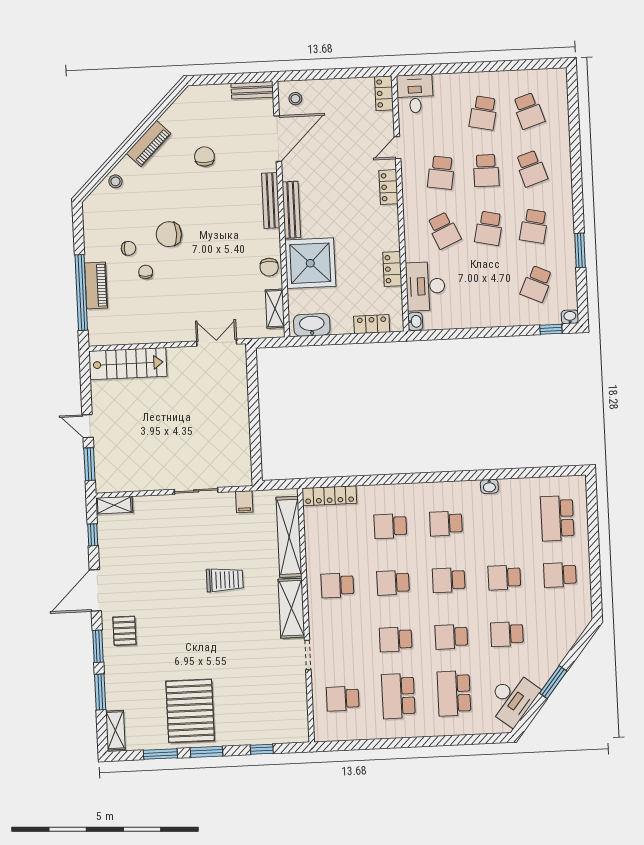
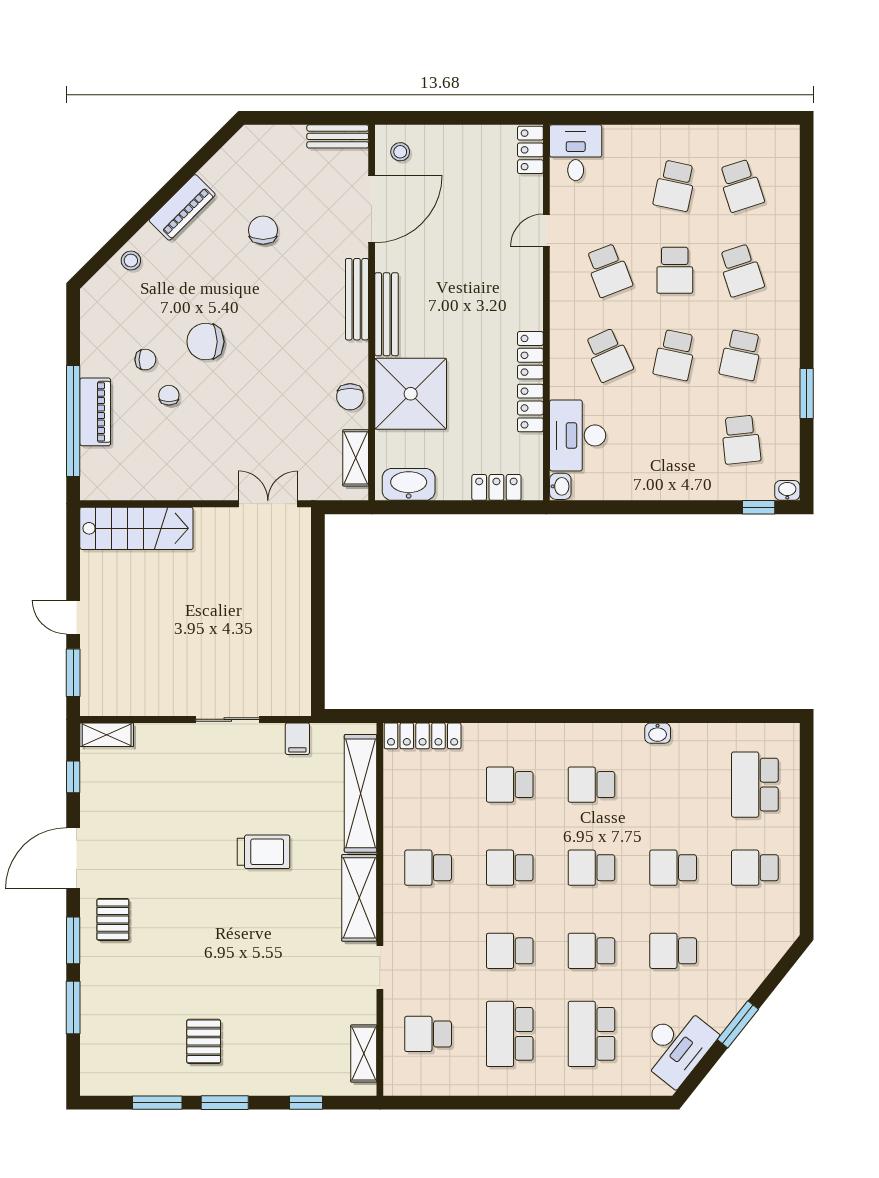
school desk: (441, 173) -> (609, 270), turned -30
locker: (388, 187) -> (530, 355), moved
school desk: (537, 284) -> (741, 440), turned -30
pallet: (190, 711) -> (204, 1041), width x0.49, depth x0.50
shelving: (115, 730) -> (364, 1054), moved

